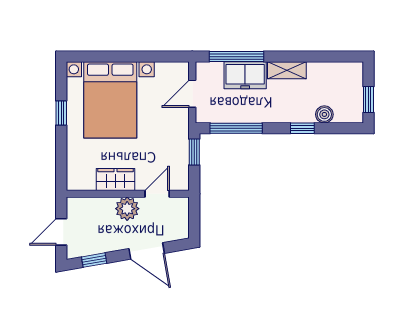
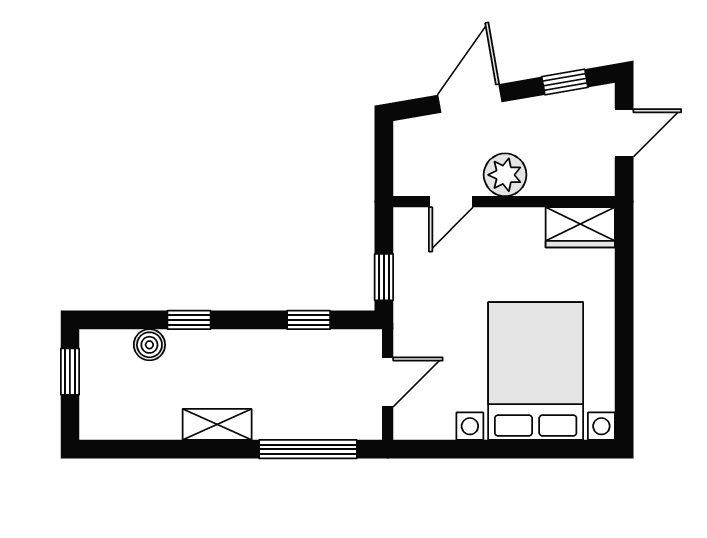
freezer: (245, 75) -> (292, 415), removed
window: (61, 113) -> (624, 347), removed
window: (236, 128) -> (309, 320), width x0.46
wardrobe: (116, 180) -> (580, 227), moved
door: (147, 251) -> (470, 99), hinge flipped

